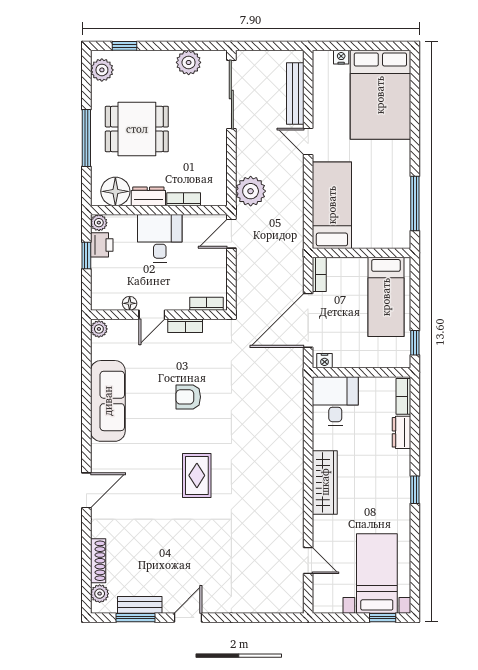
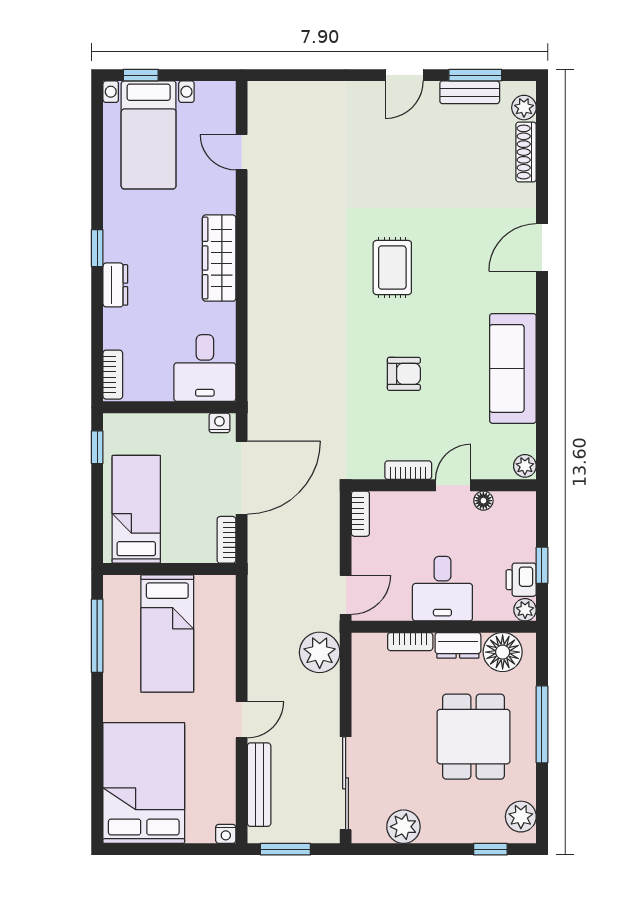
window: (276, 46) -> (285, 849), added
nightstand: (341, 57) -> (226, 834), moved
dining table: (137, 129) -> (474, 737), turned 90
door: (308, 142) -> (242, 720), hinge flipped
bed: (332, 205) -> (167, 633), moved
bookcase: (207, 304) -> (360, 514), moved, turned -90
dresser: (401, 432) -> (115, 285), moved

